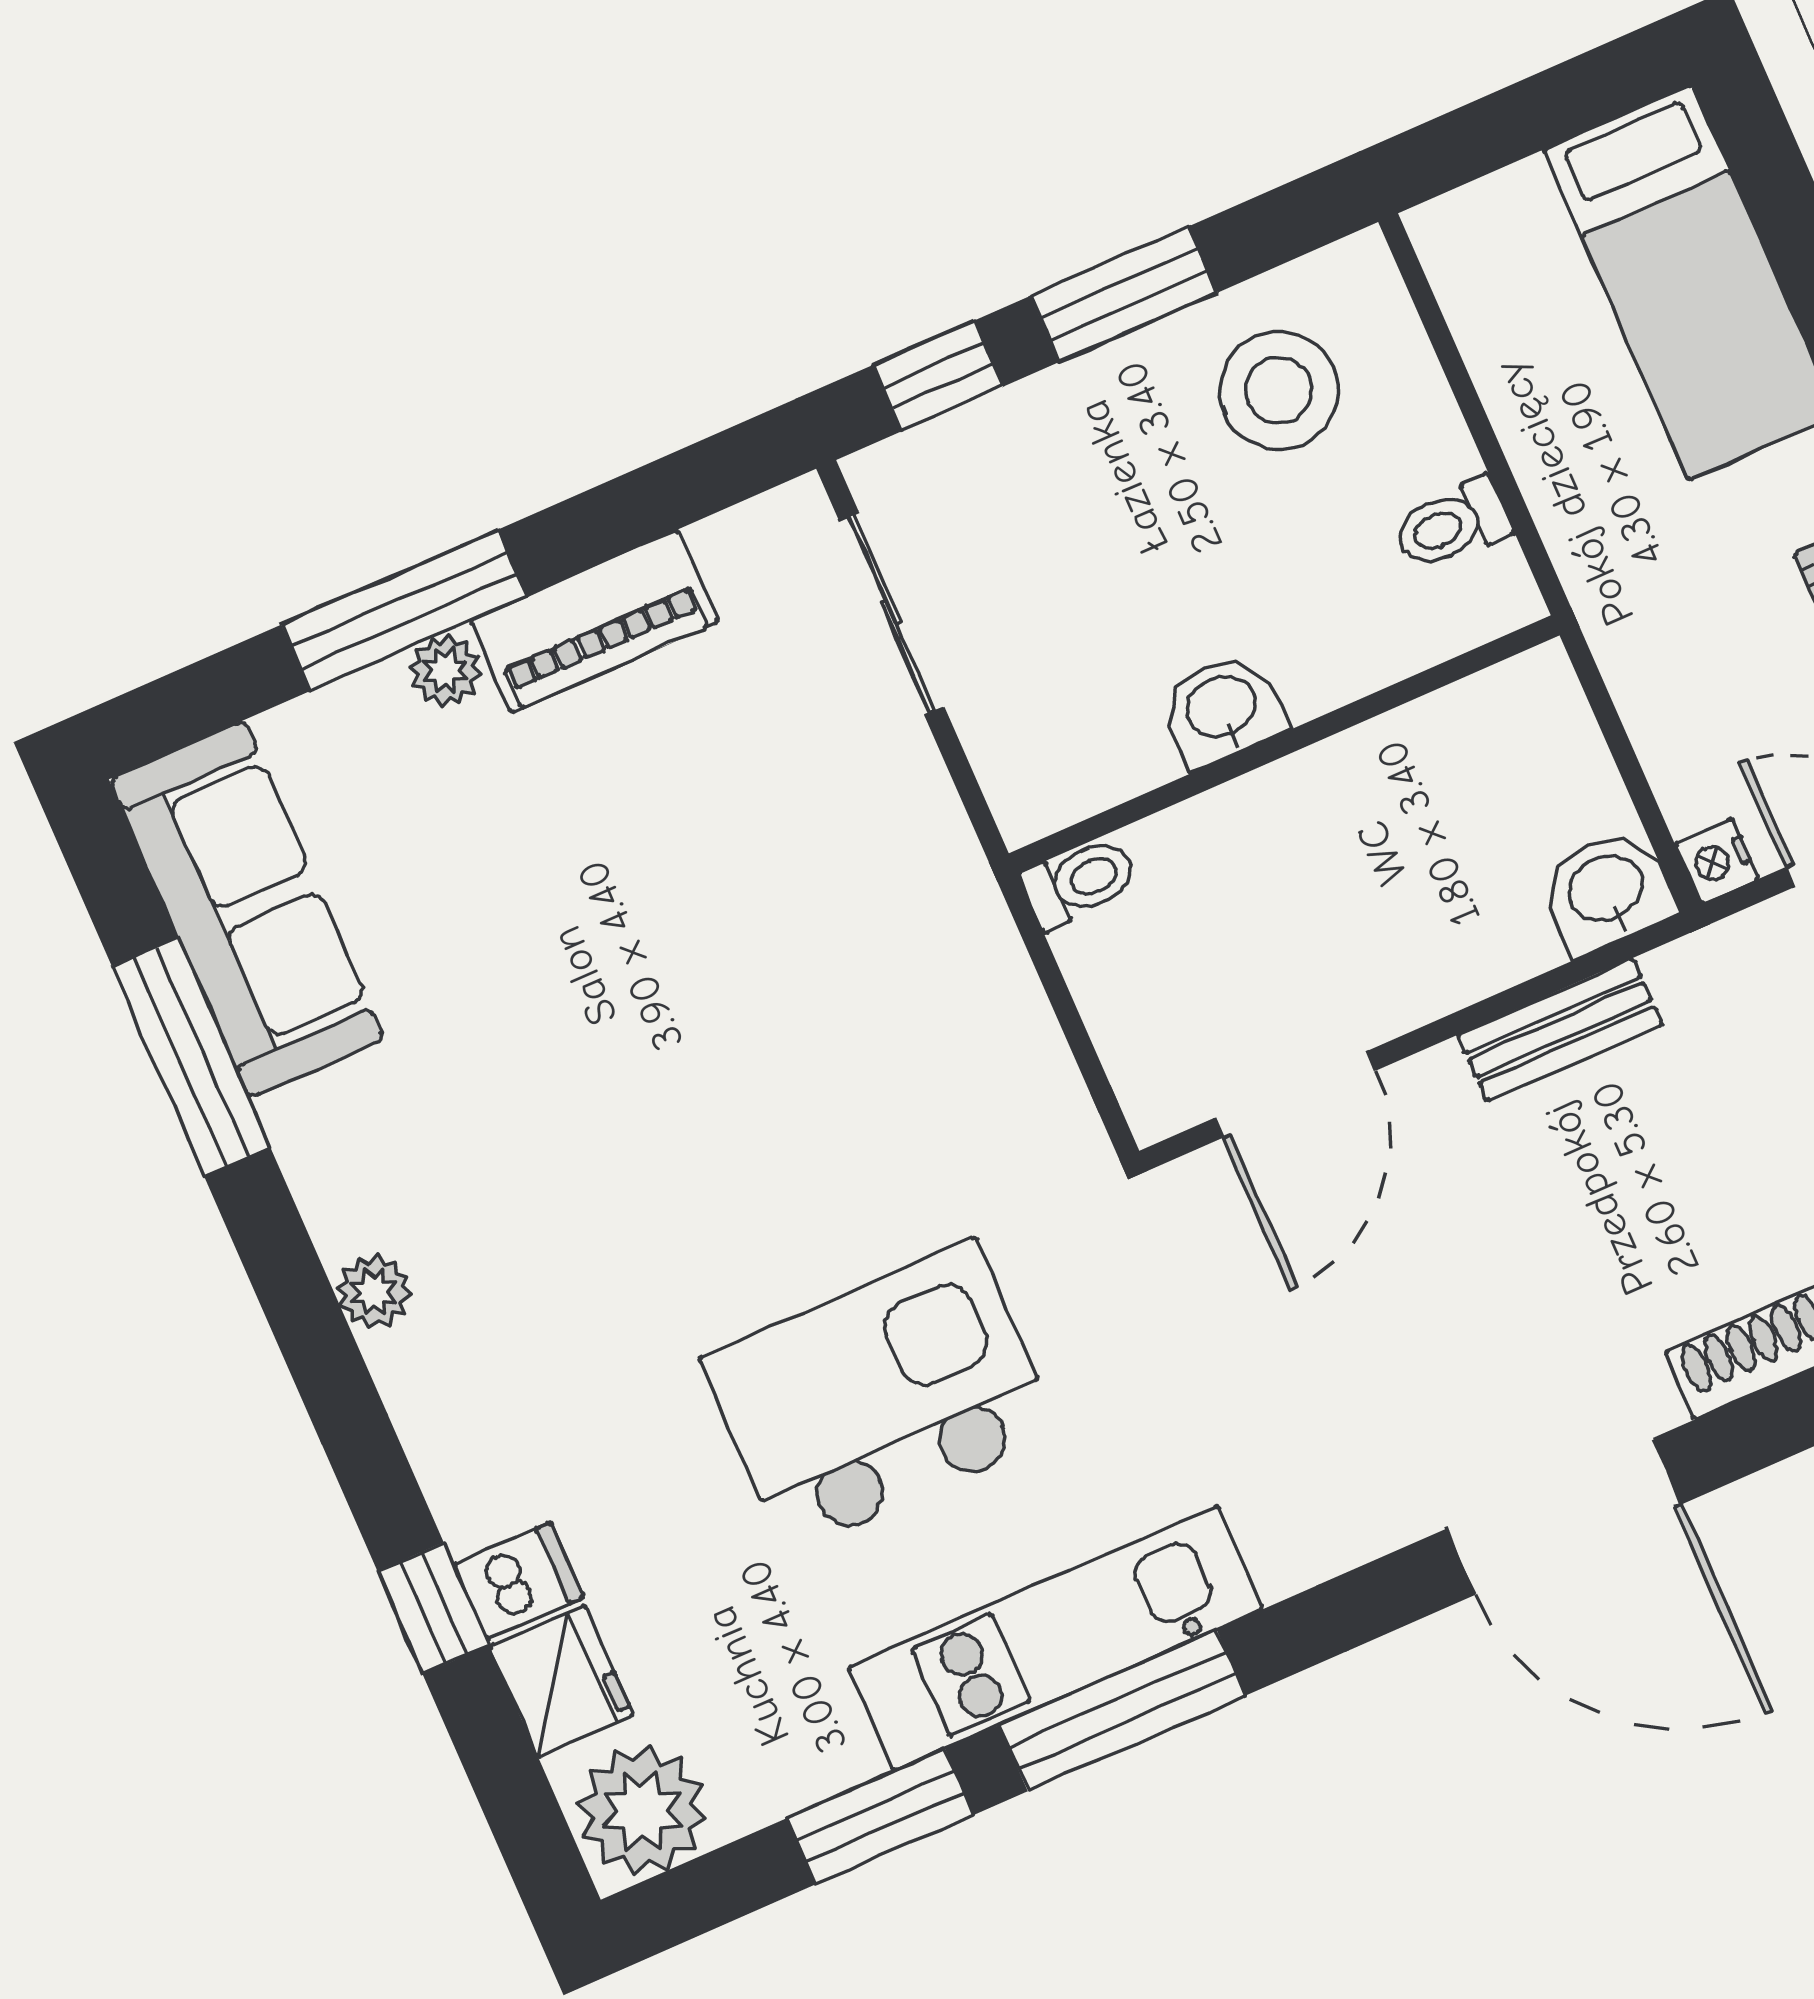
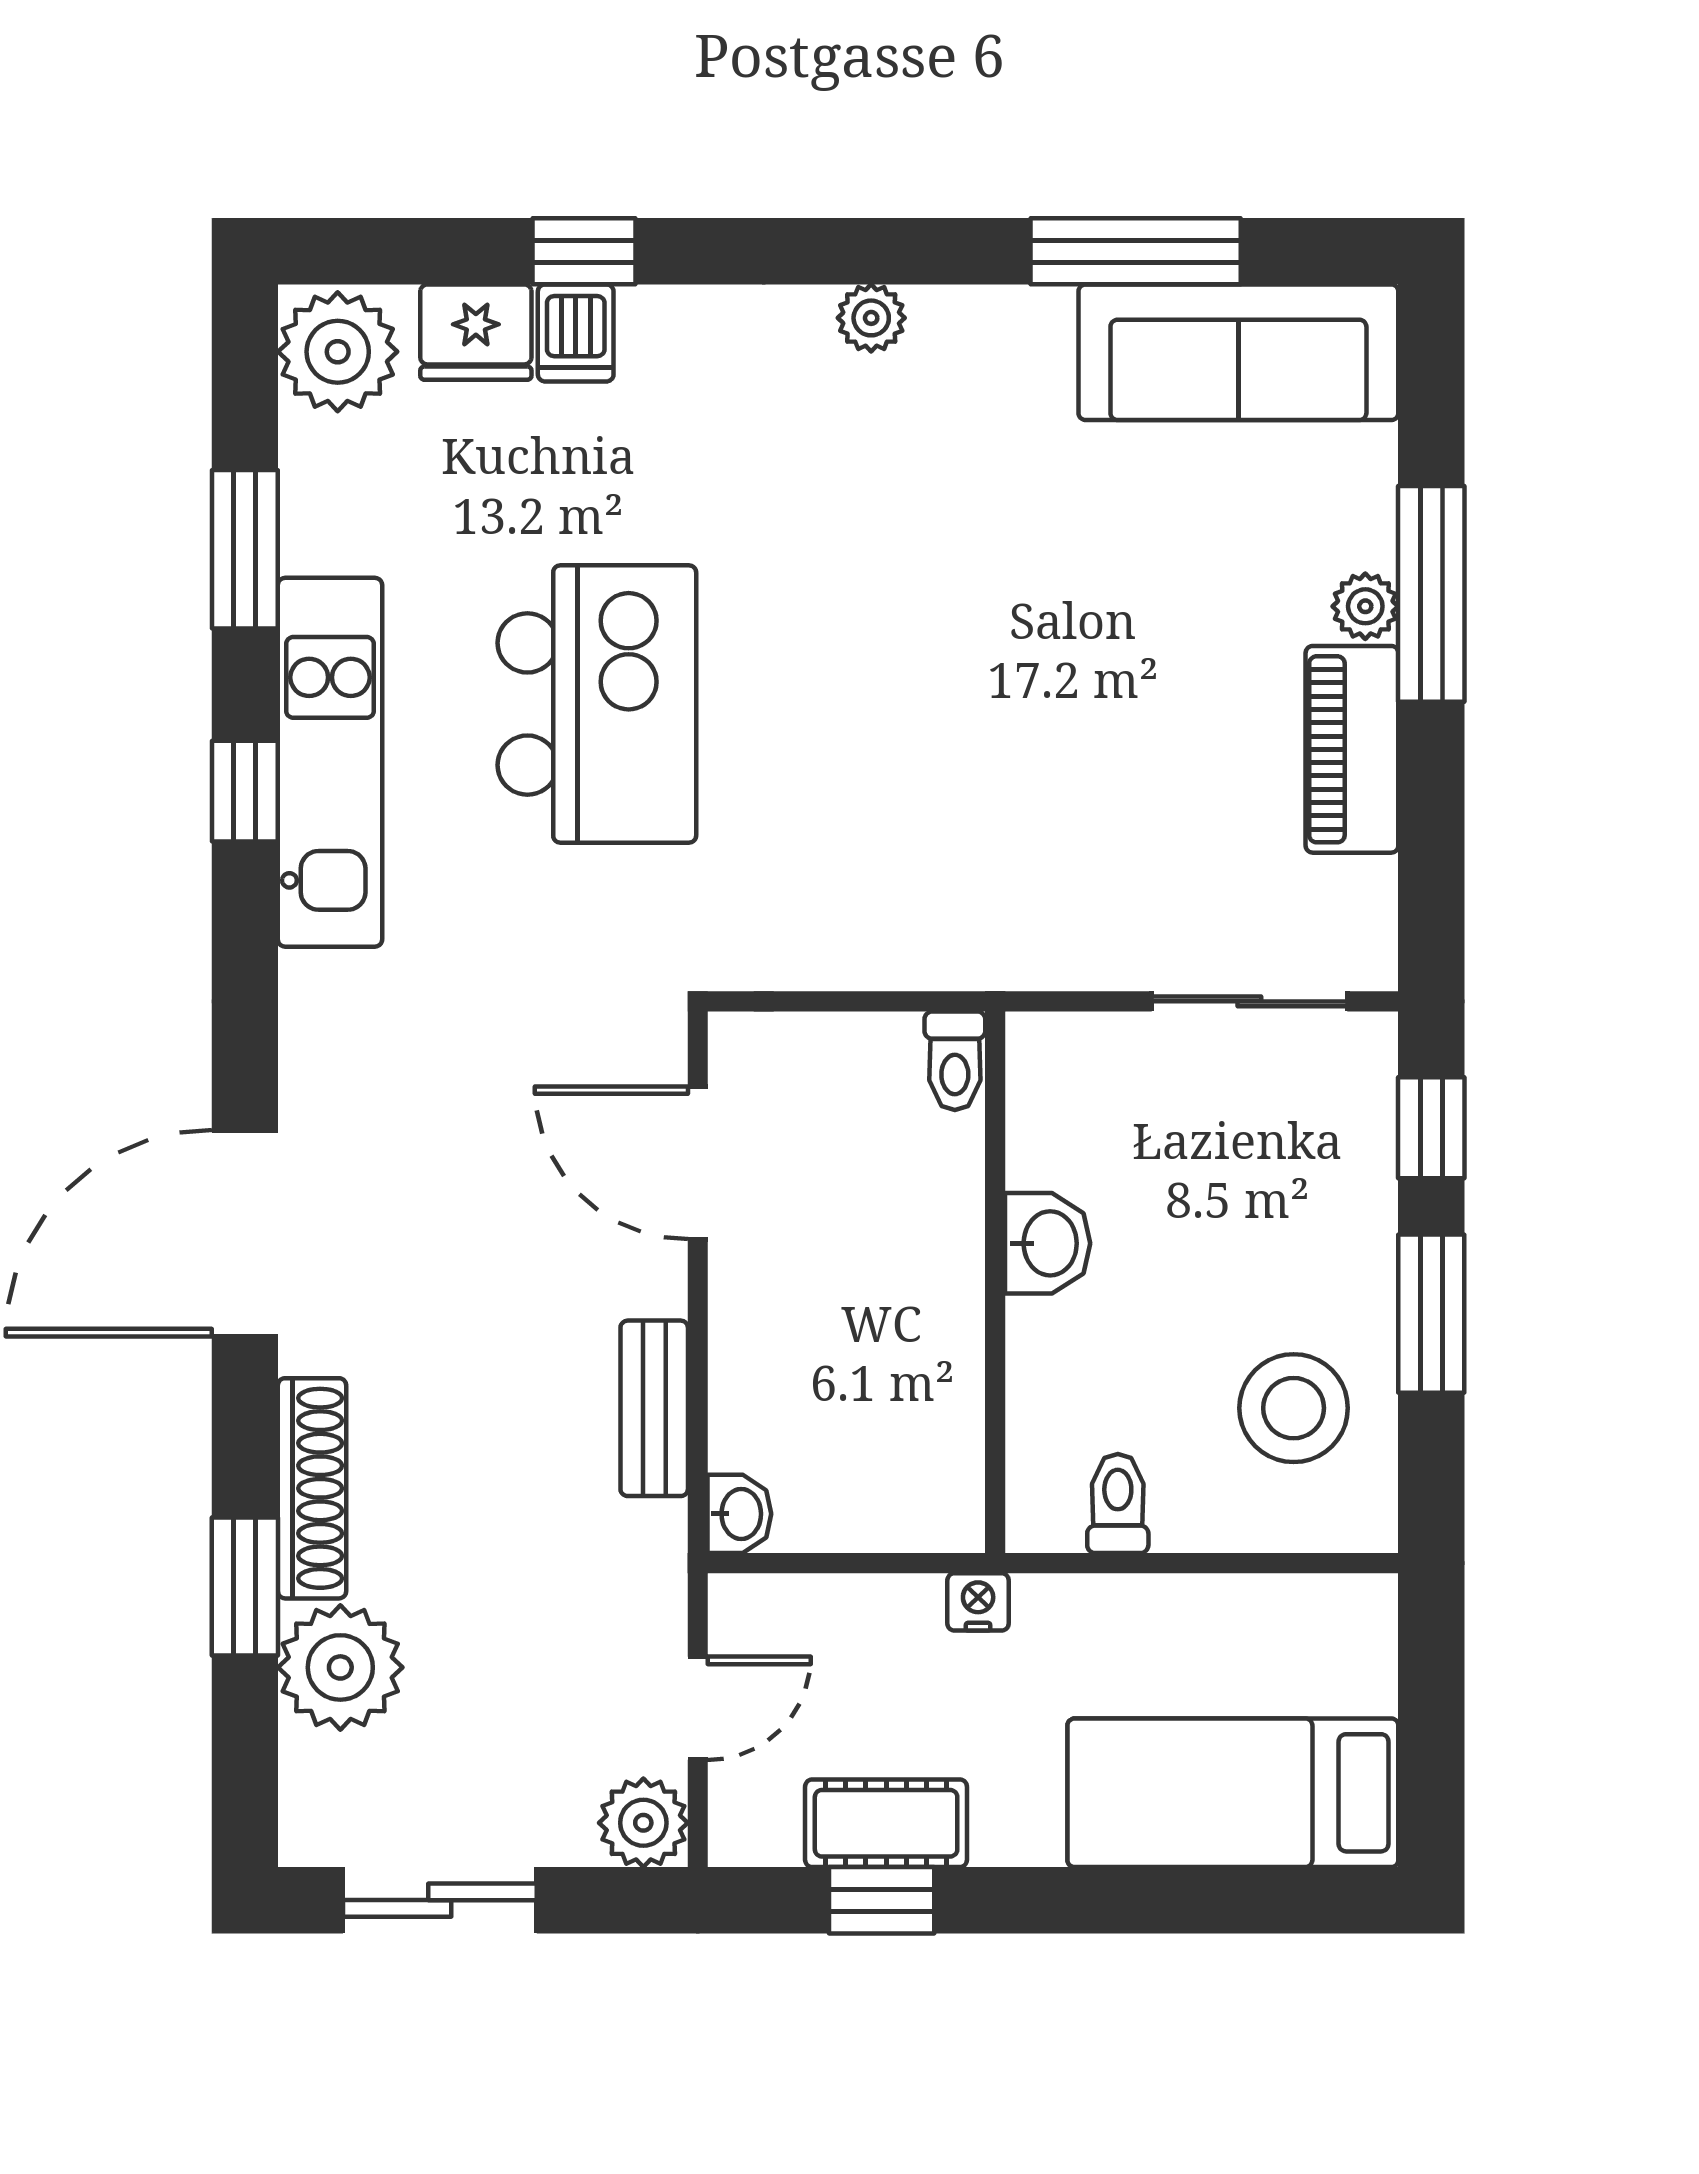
nightstand: (1717, 861) -> (978, 1602), moved
washbasin: (1607, 891) -> (739, 1514), width x0.72, depth x0.69
window: (1122, 1710) -> (245, 791), width x0.46

